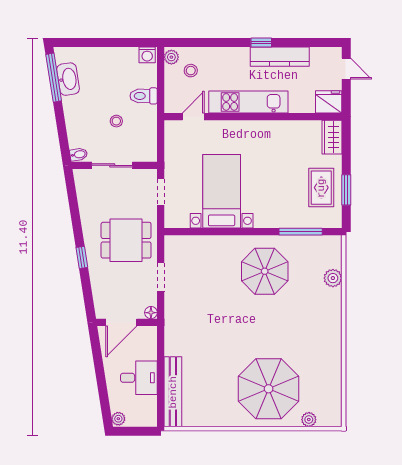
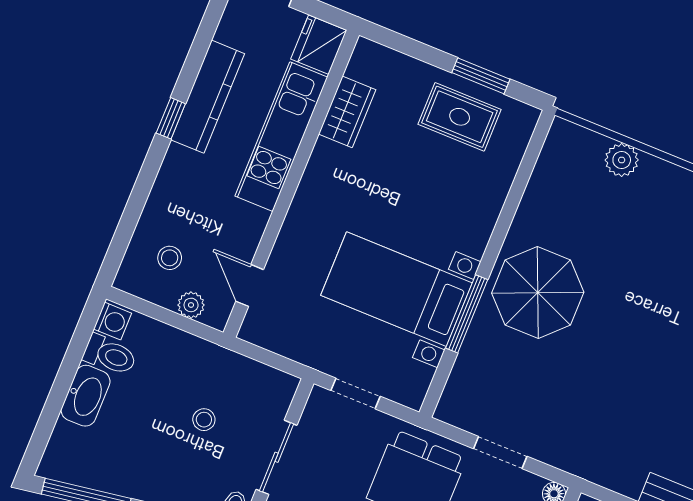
plant: (171, 57) -> (191, 305), moved
washbasin: (68, 79) -> (86, 396), moved, turned 99
toilet: (144, 96) -> (110, 355), moved, turned -90
kitchen unit: (248, 102) -> (281, 137), moved
wardrobe: (332, 137) -> (347, 112), moved, turned -90
window: (301, 232) -> (467, 314), moved
parasol: (265, 271) -> (538, 293), moved

